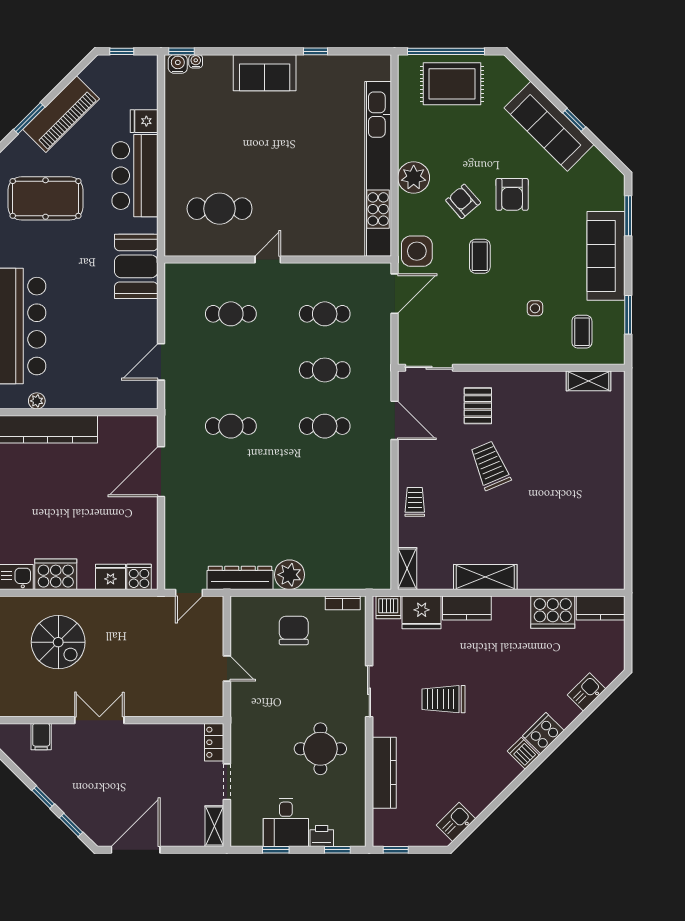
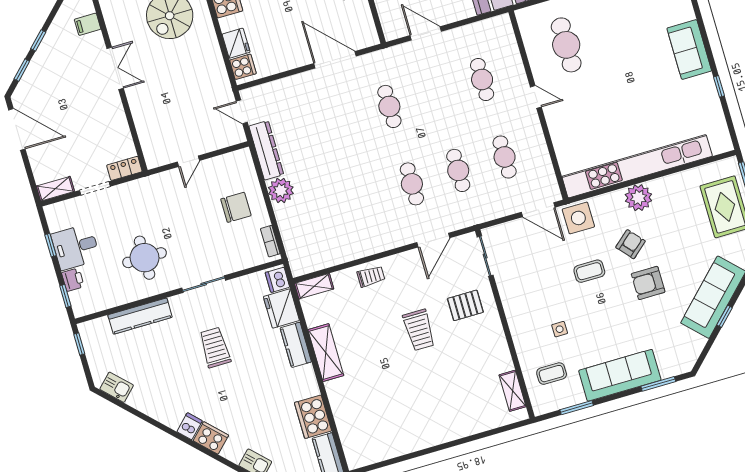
trolley: (490, 466) -> (419, 330), turned 113

